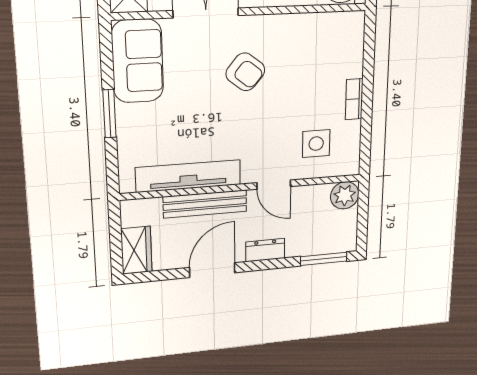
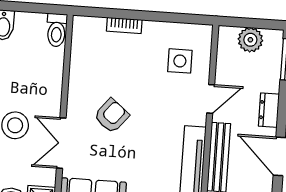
bookcase: (354, 99) -> (124, 25), moved
plant: (345, 195) -> (250, 40), moved

